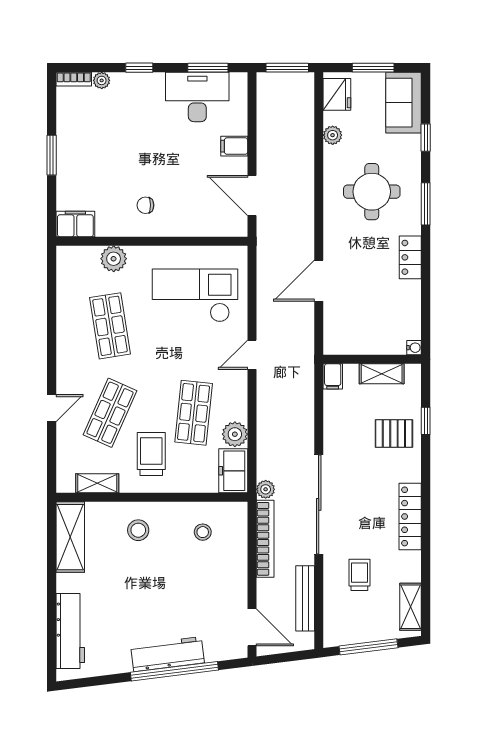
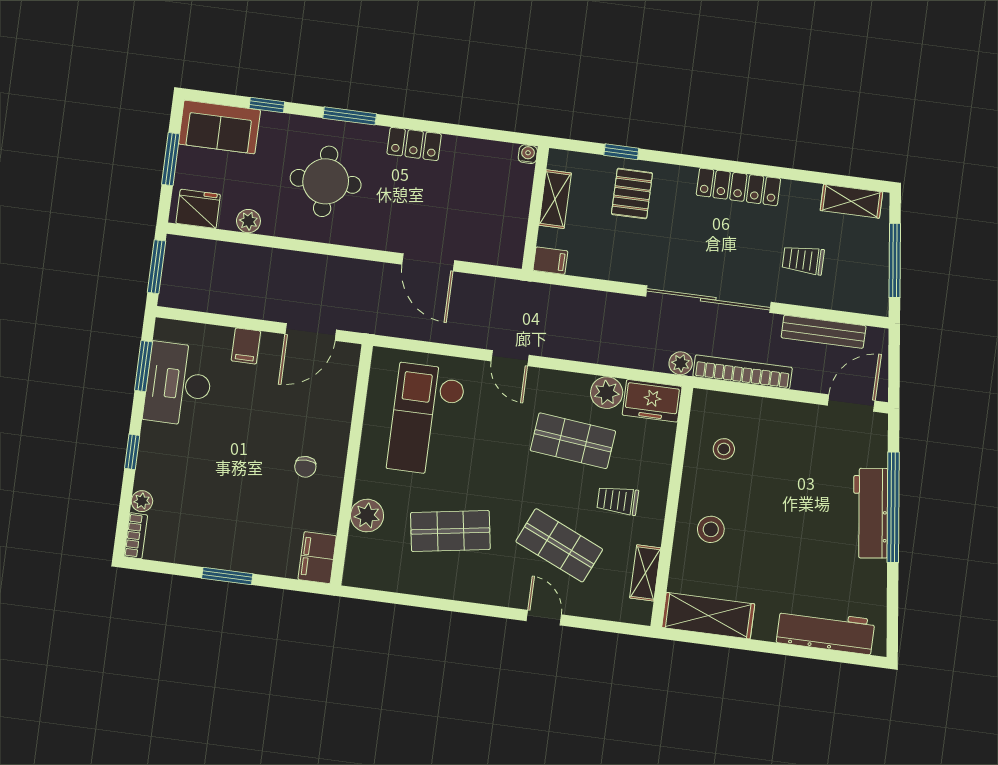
trolley: (151, 454) -> (618, 500), width x0.73, depth x0.72

